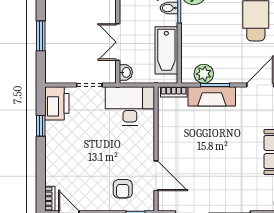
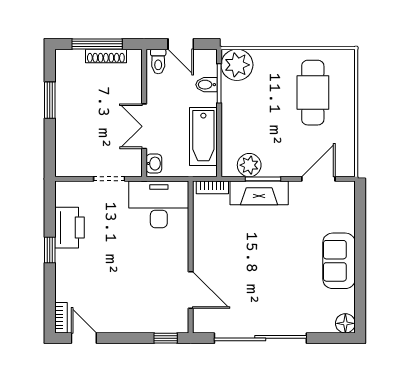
window: (41, 36) -> (50, 100), moved
printer: (57, 103) -> (69, 228), moved
window: (41, 126) -> (50, 250), moved
armchair: (123, 189) -> (150, 306), removed

